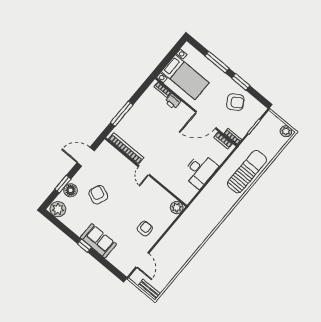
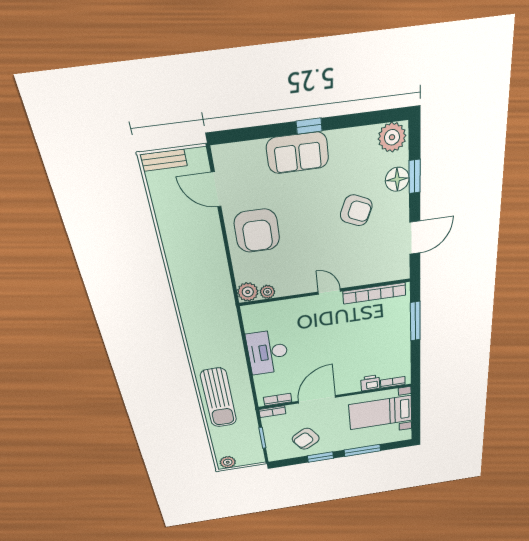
plant: (169, 199) -> (267, 292), added
armchair: (145, 229) -> (257, 231), width x1.88, depth x1.88

